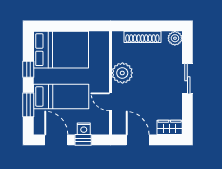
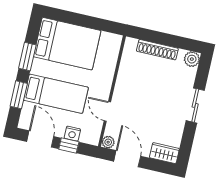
window: (28, 69) -> (27, 57), width x1.50
plant: (122, 73) -> (108, 142), moved, width x0.53, depth x0.53

